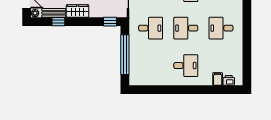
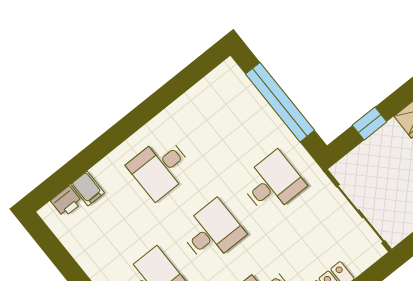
window: (110, 22) -> (370, 124), moved
desk: (151, 28) -> (272, 183), turned 180

